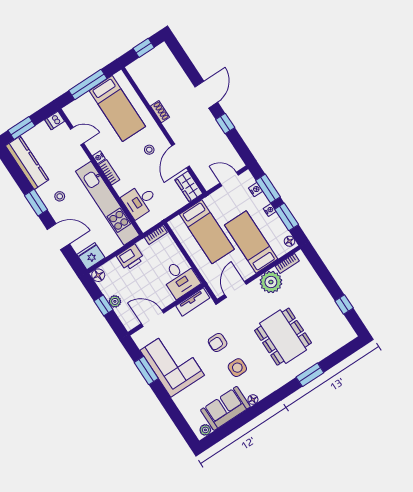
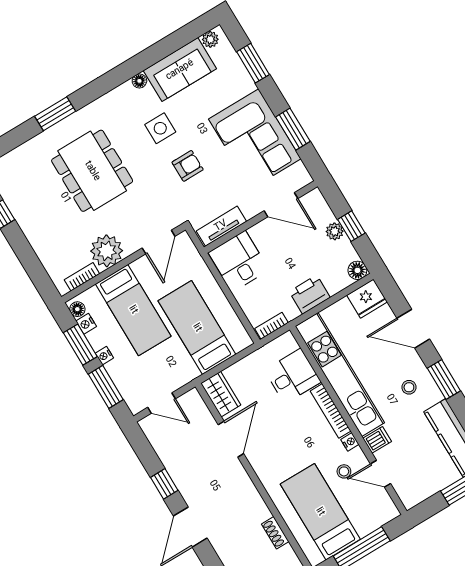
shoe rack: (160, 112) -> (275, 533), moved
dishwasher: (55, 120) -> (377, 440), moved
stool: (149, 150) -> (344, 471), moved
bookcase: (109, 172) -> (331, 411), width x1.56
nightstand: (256, 190) -> (86, 324), moved
window: (175, 415) -> (253, 63), added

